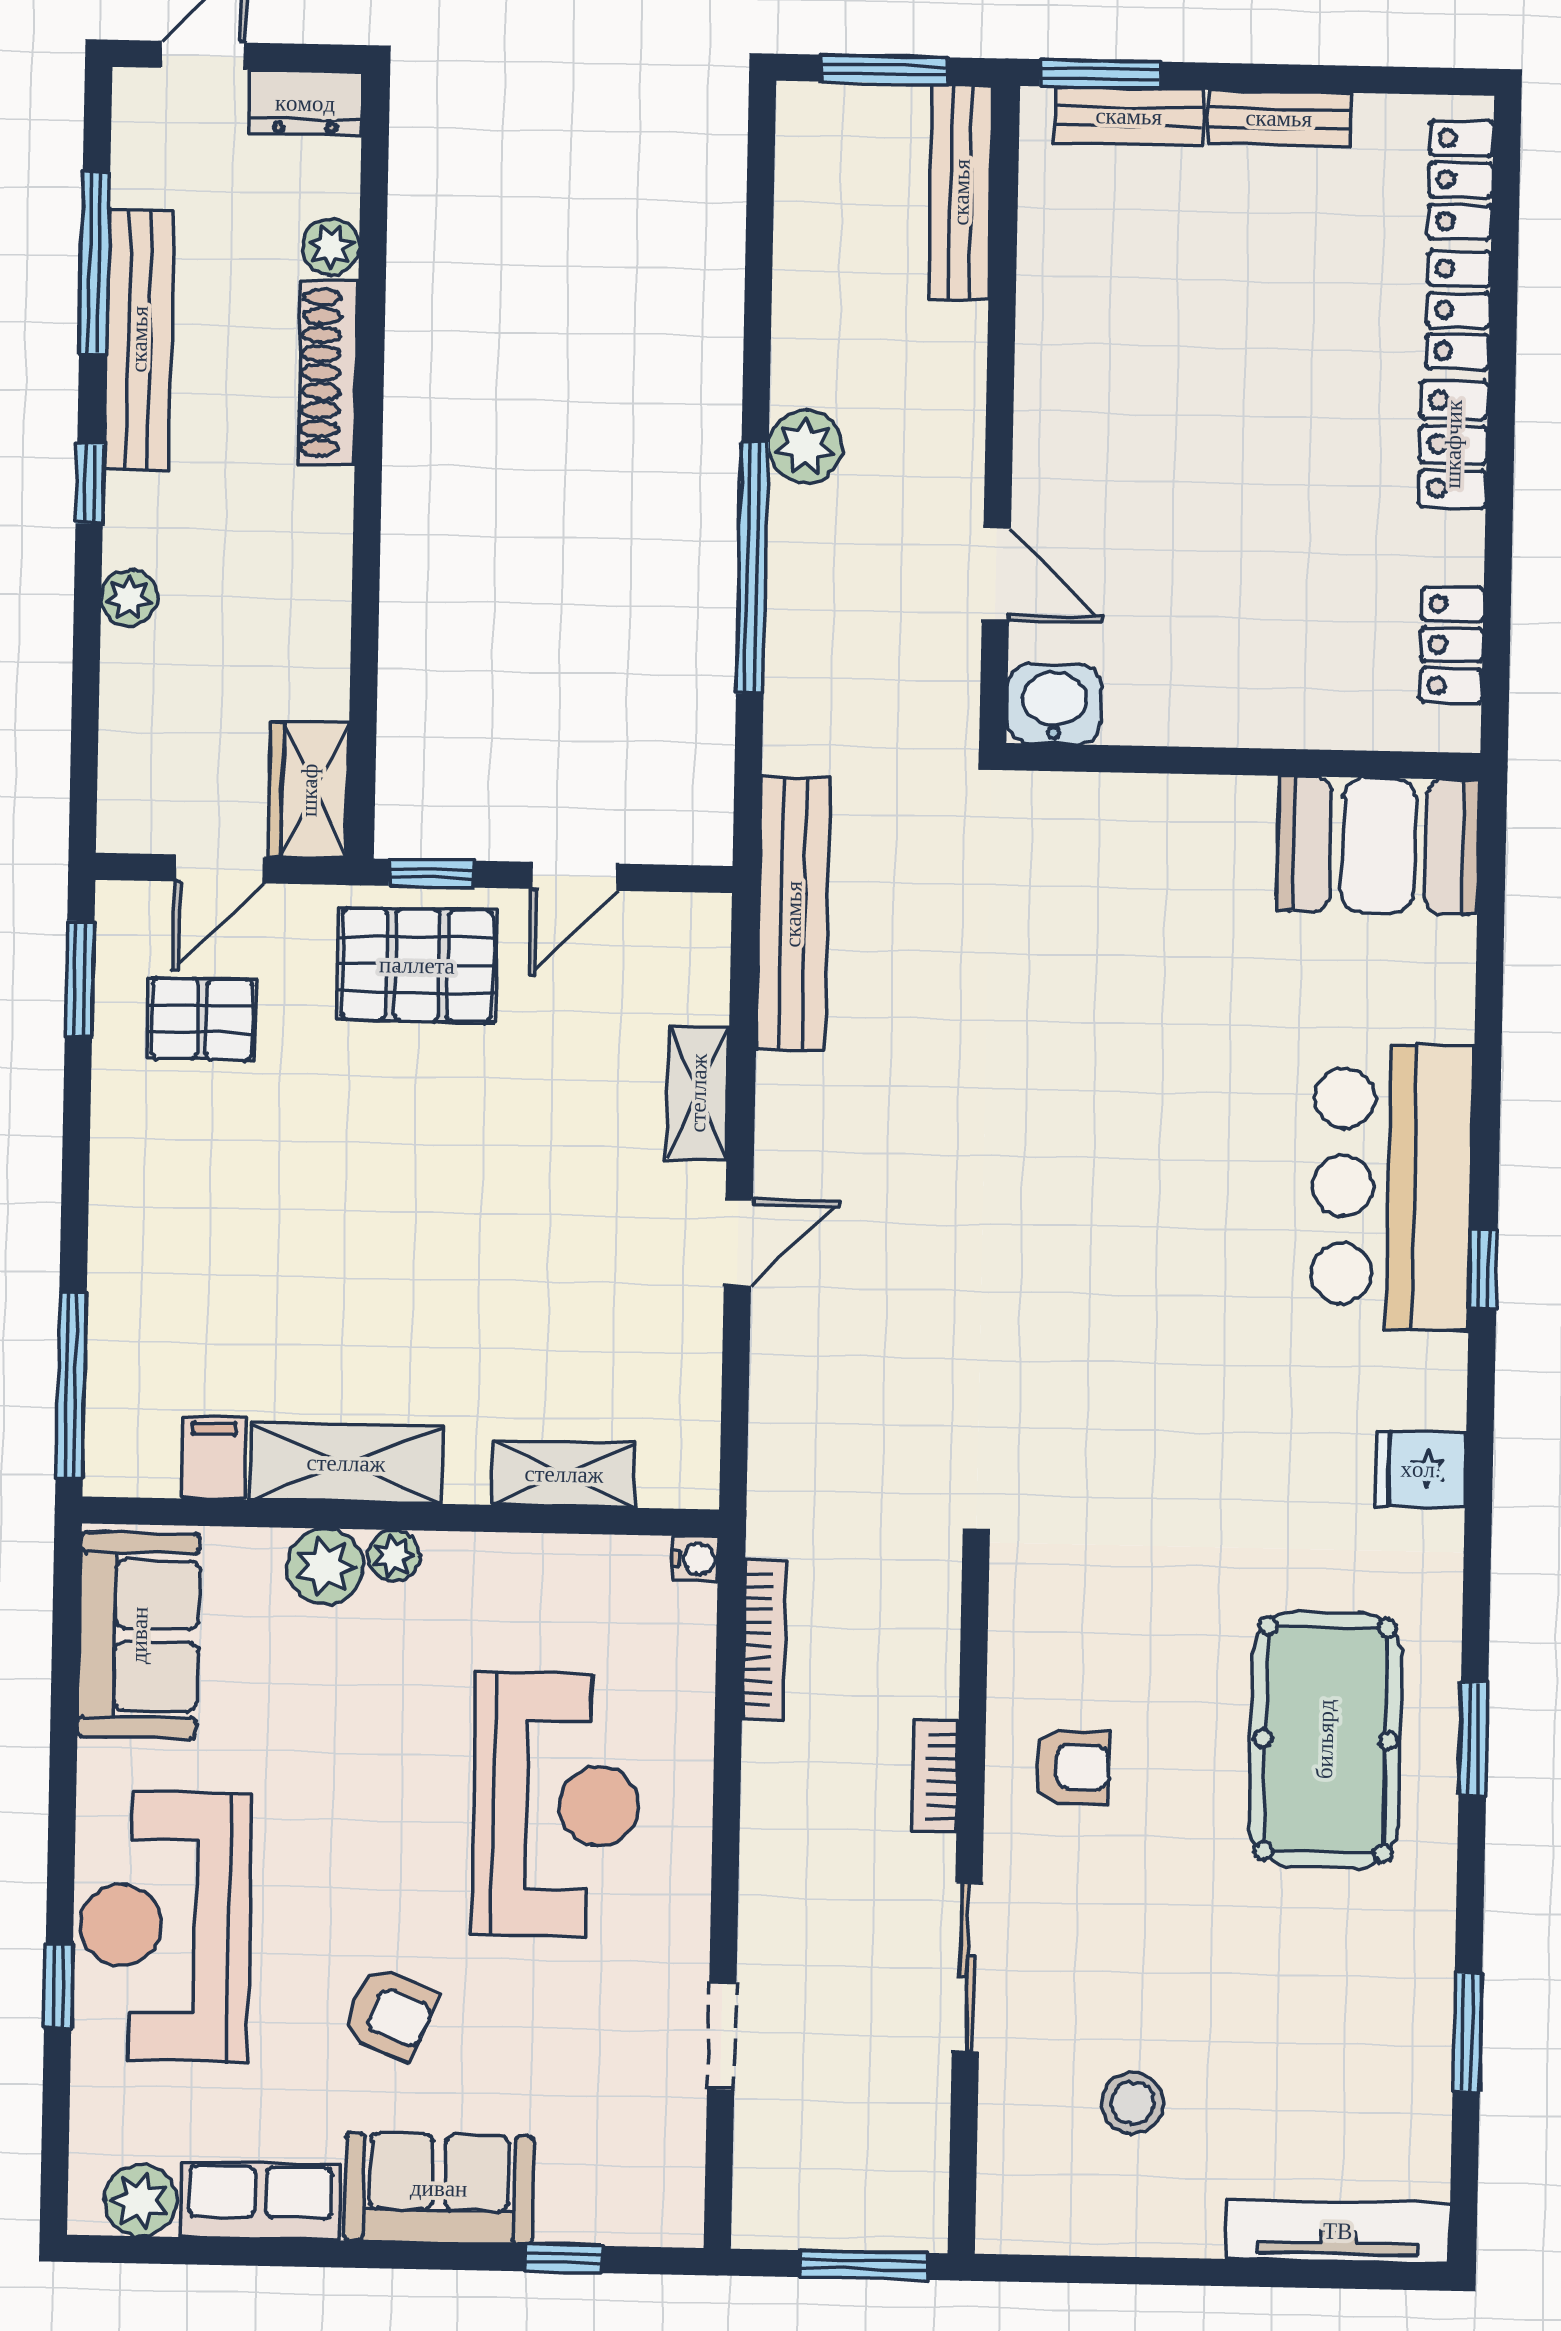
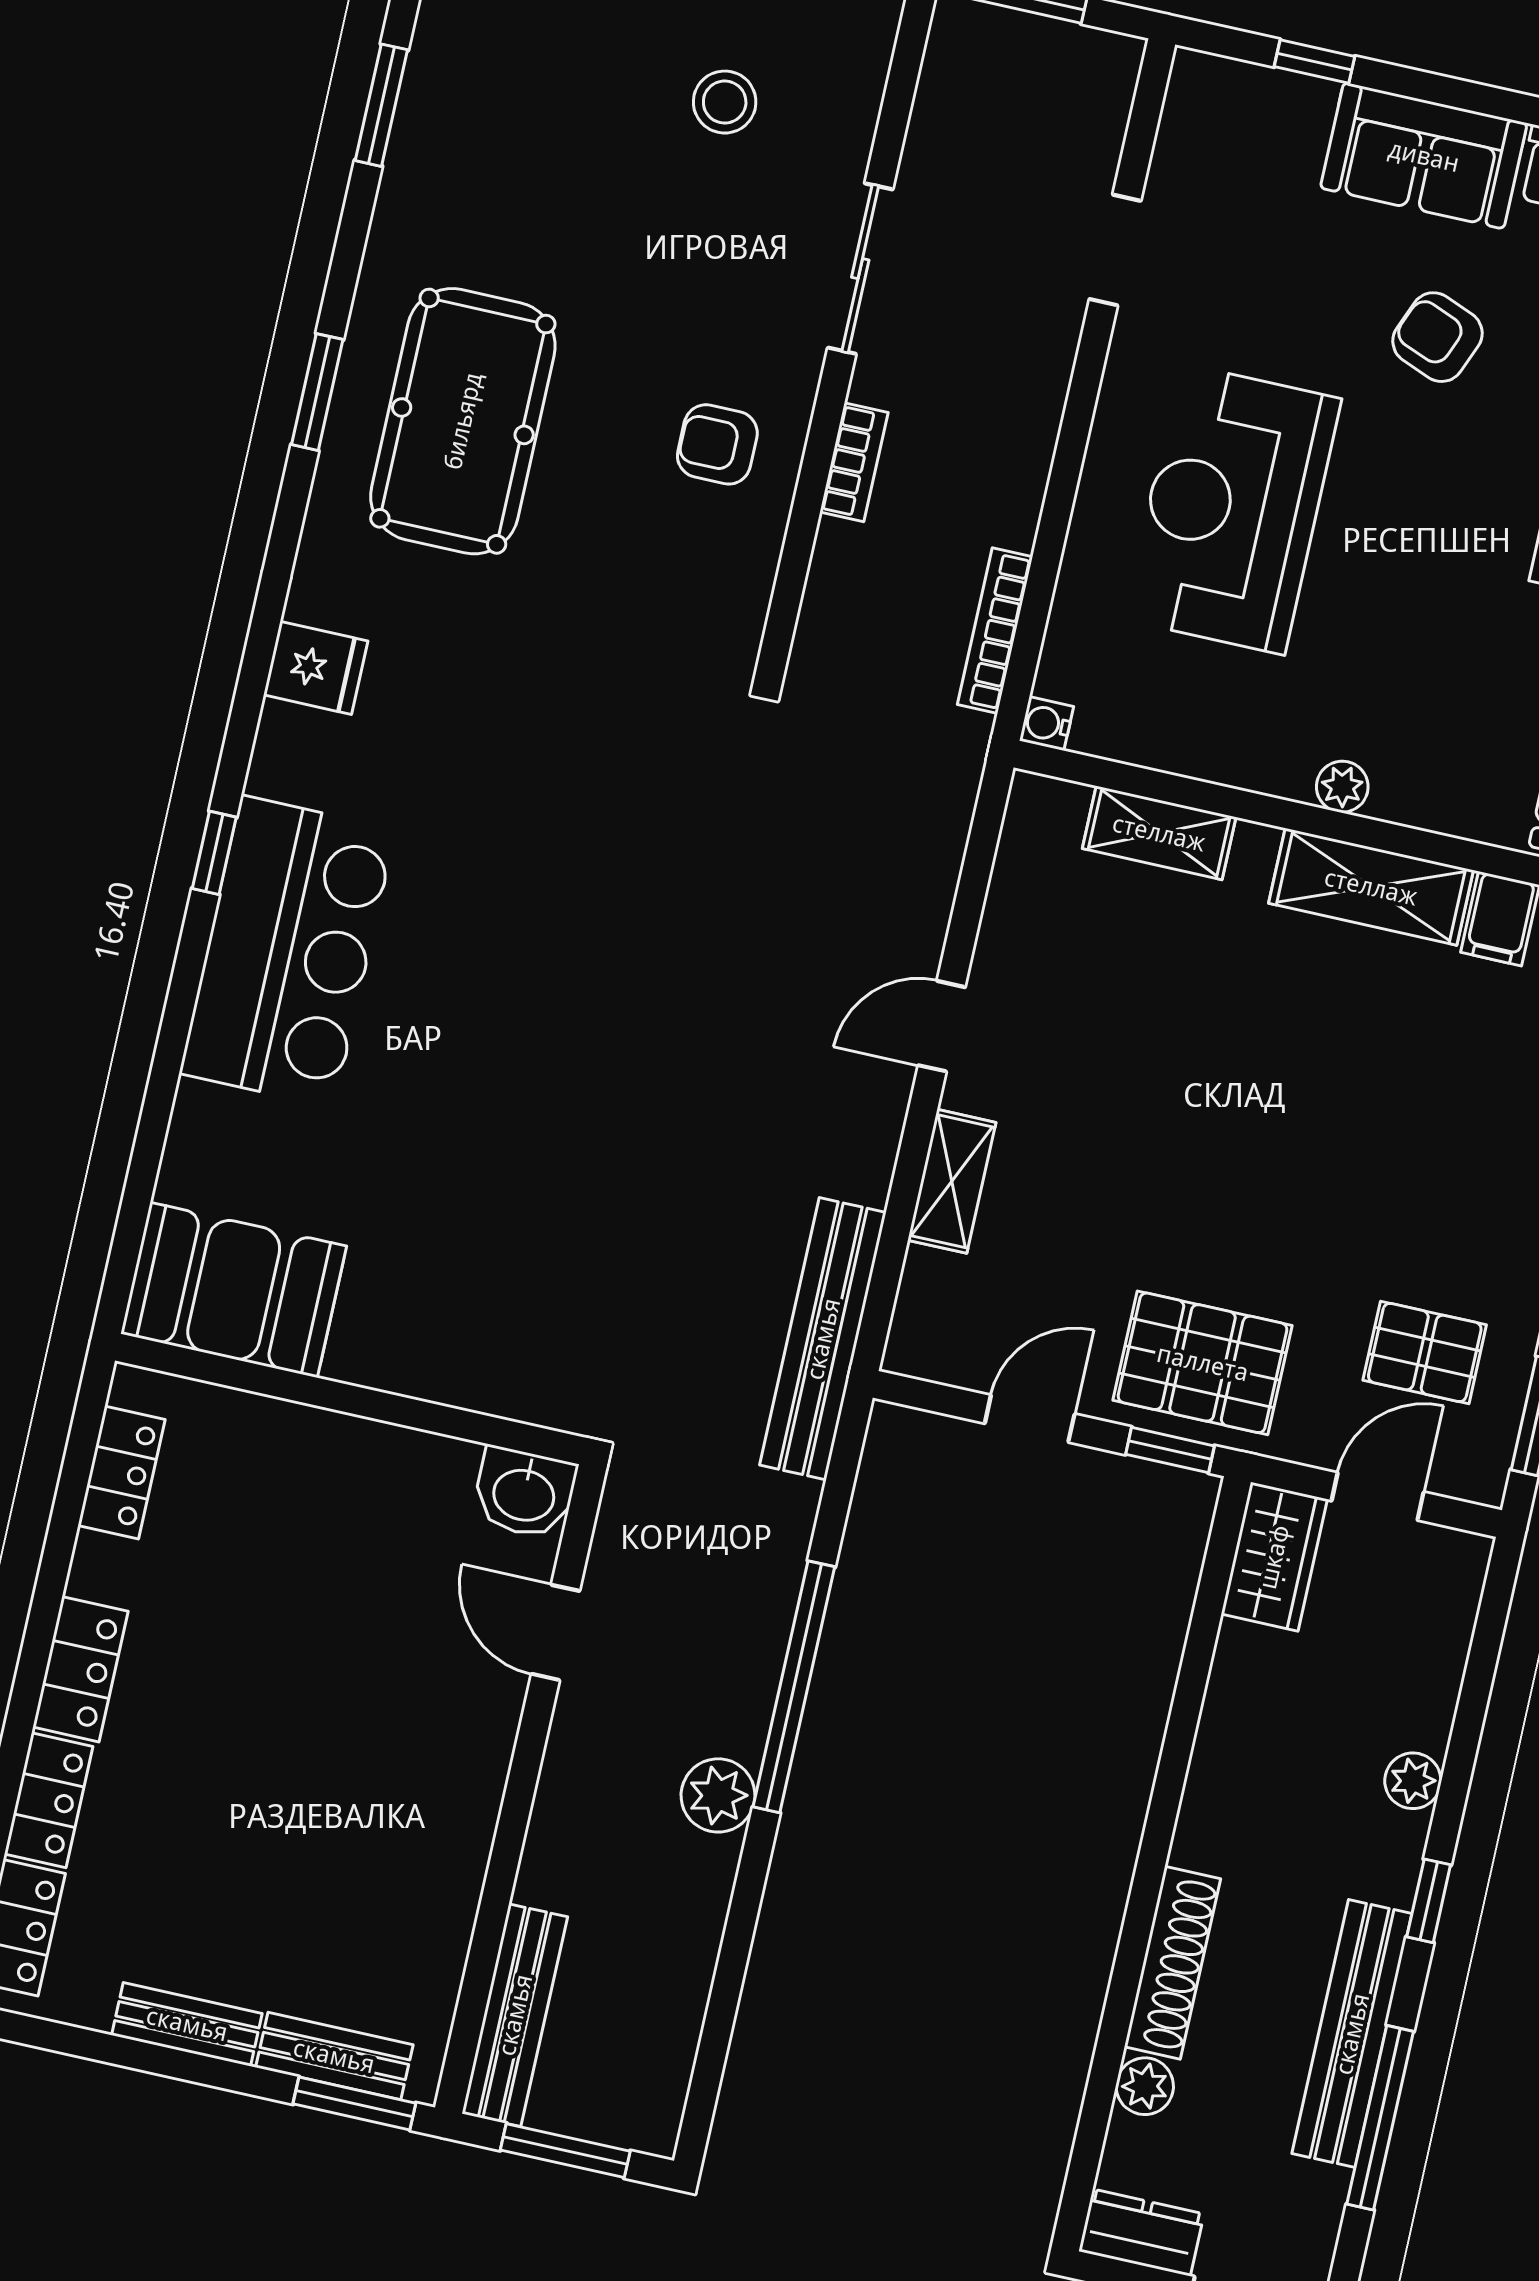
plant: (325, 1566) -> (1412, 790), removed

